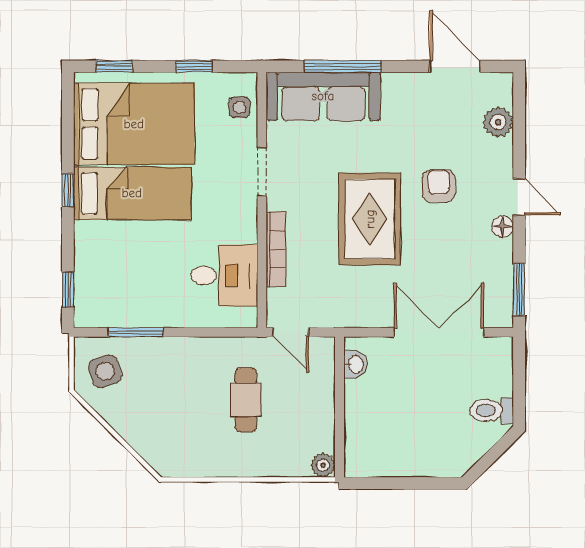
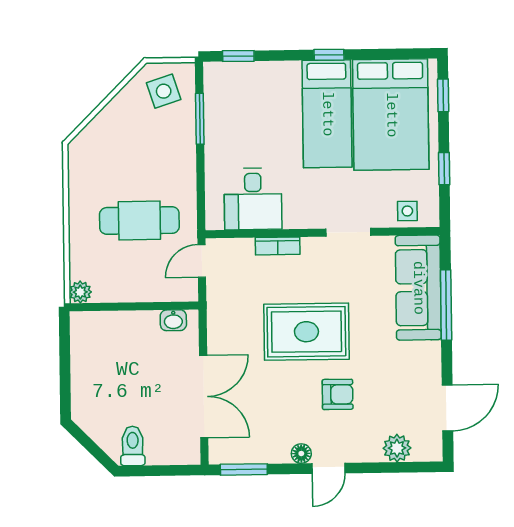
bookcase: (276, 249) -> (278, 246), width x0.64
cafe table: (246, 400) -> (139, 220), width x1.37, depth x1.35

